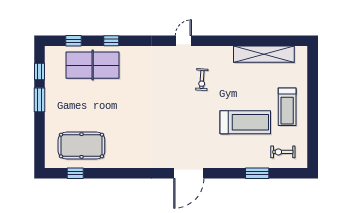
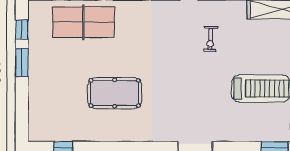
pool table: (81, 146) -> (115, 93), moved

